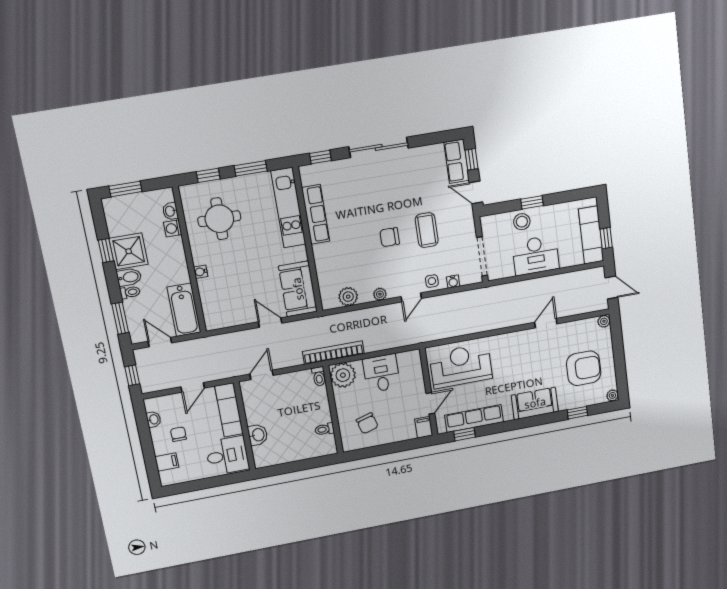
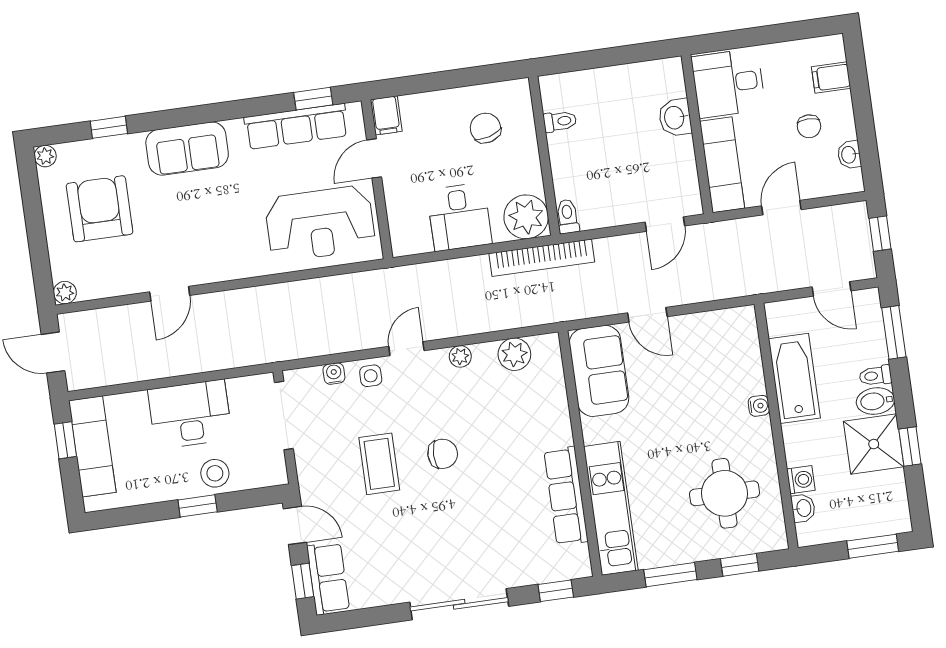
bathtub: (184, 310) -> (794, 378), moved
armchair: (584, 368) -> (100, 209), turned 90

